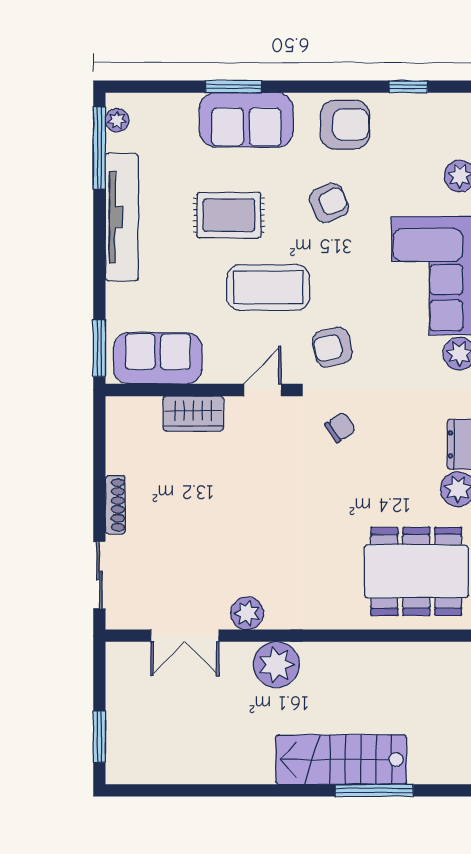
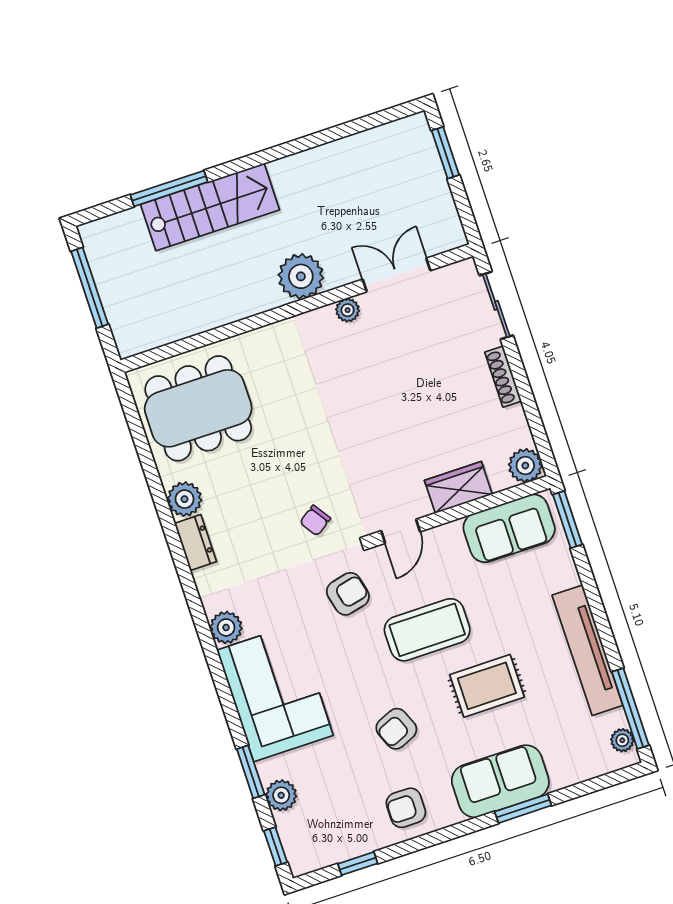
armchair: (345, 125) -> (406, 808), width x0.72, depth x0.72
plant: (122, 413) -> (525, 466), added
plant: (247, 613) -> (348, 310), width x0.73, depth x0.73

